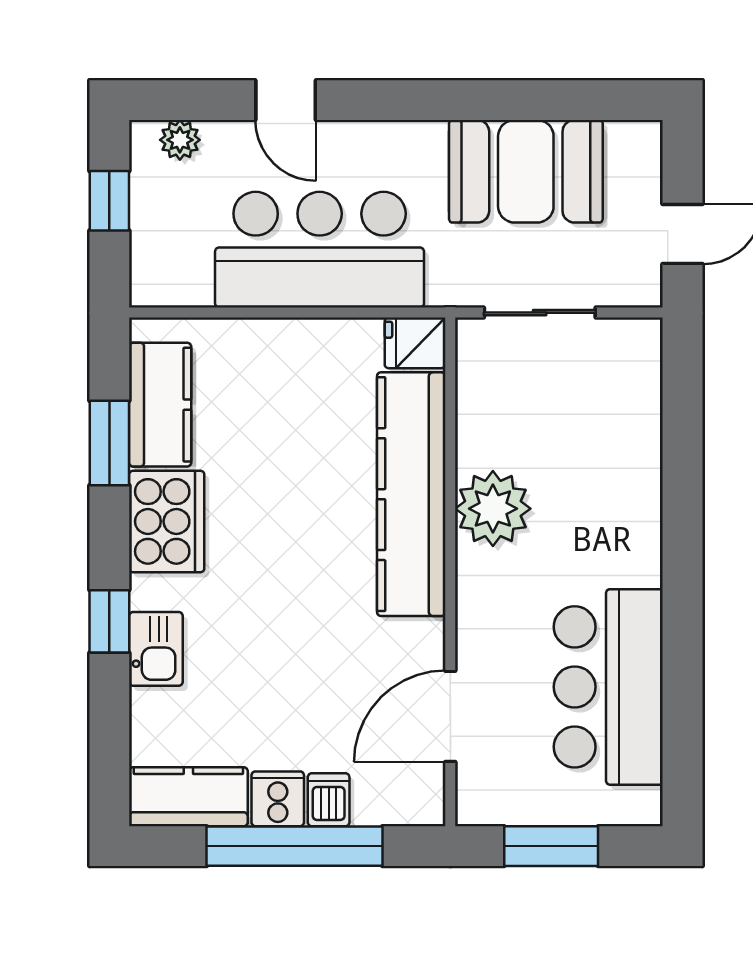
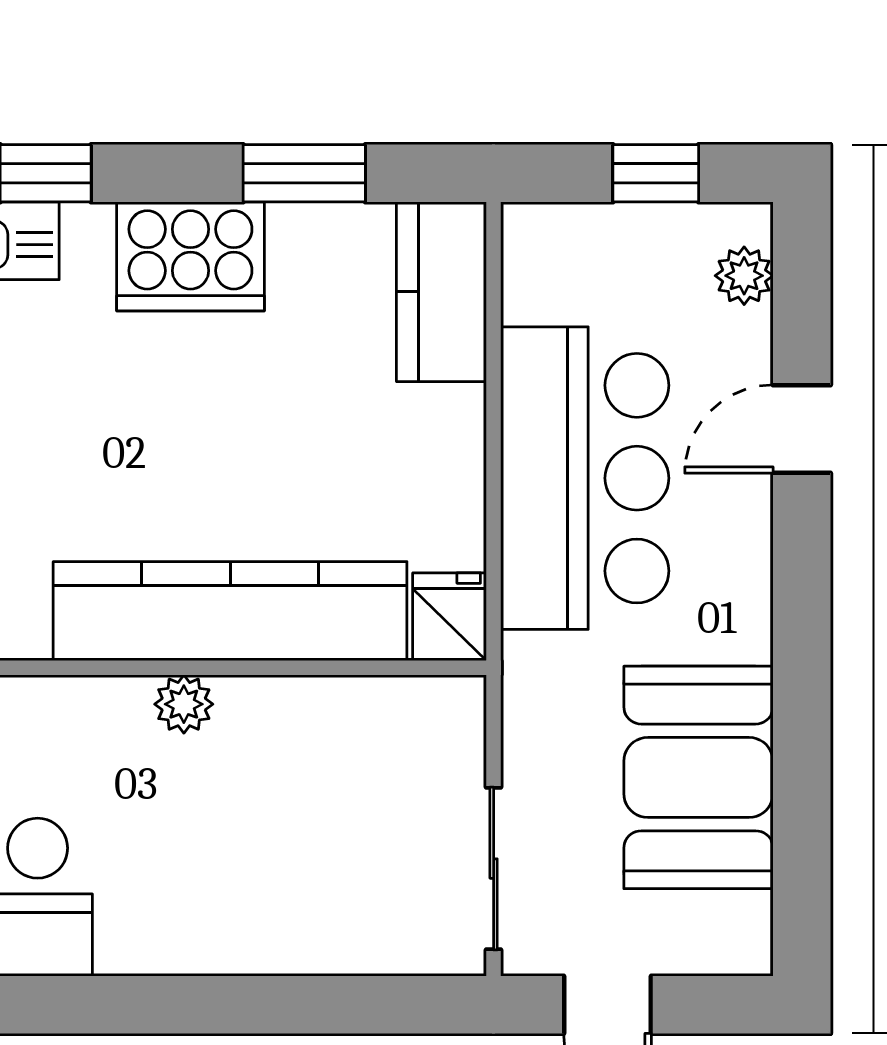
sliding door: (540, 313) -> (494, 869), moved
kitchen counter: (160, 405) -> (441, 292), moved, turned 90
plant: (493, 509) -> (184, 704), width x0.53, depth x0.53

